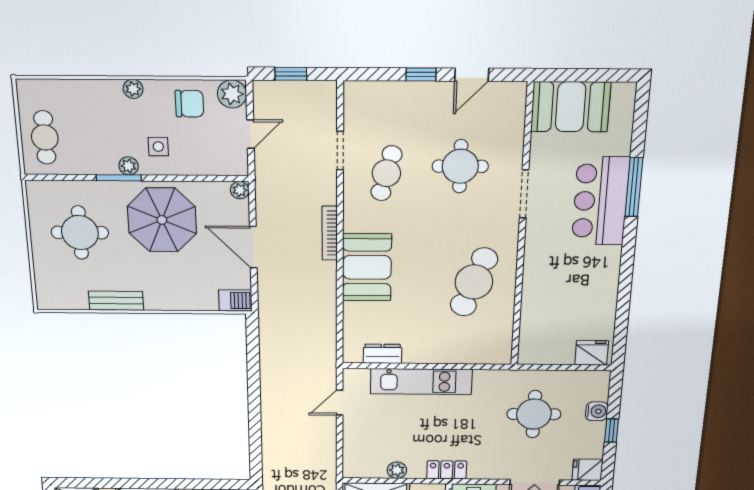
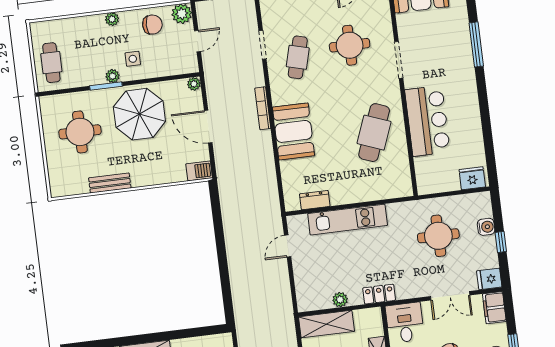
bar counter: (600, 201) -> (427, 121), moved, turned 180

